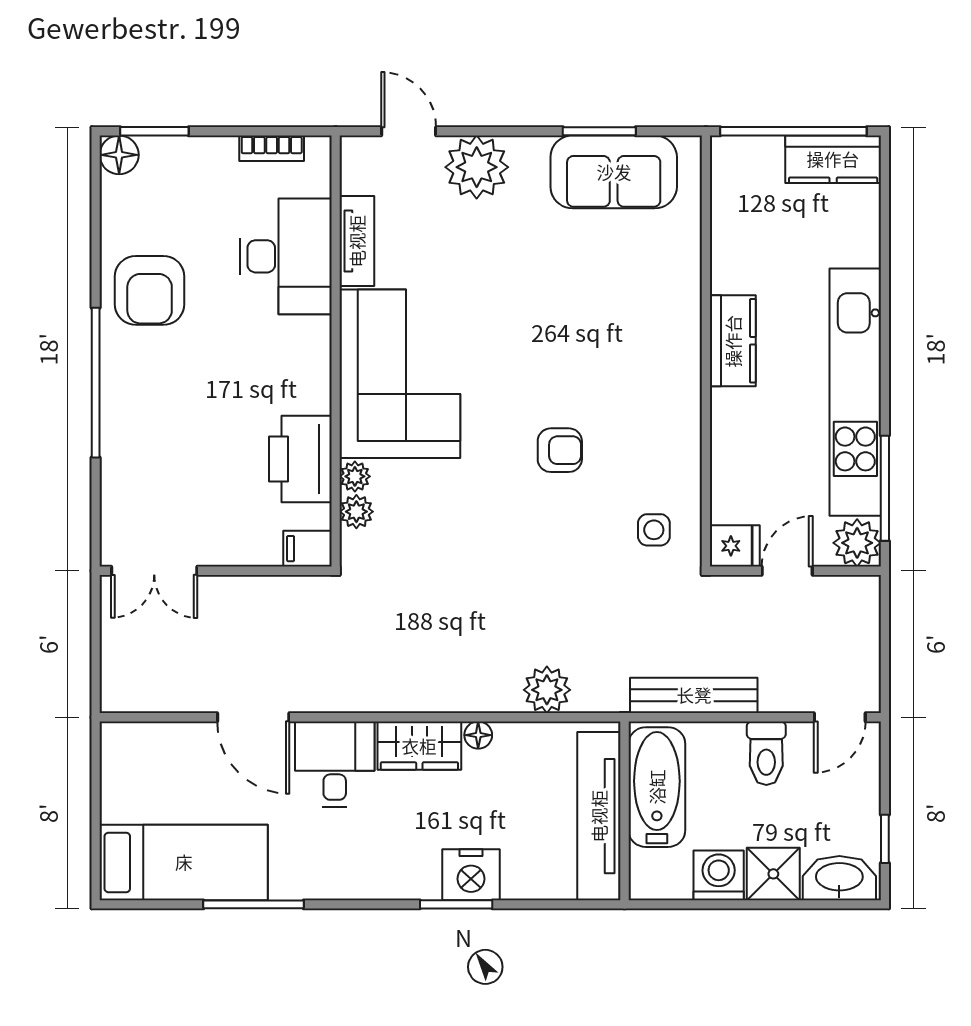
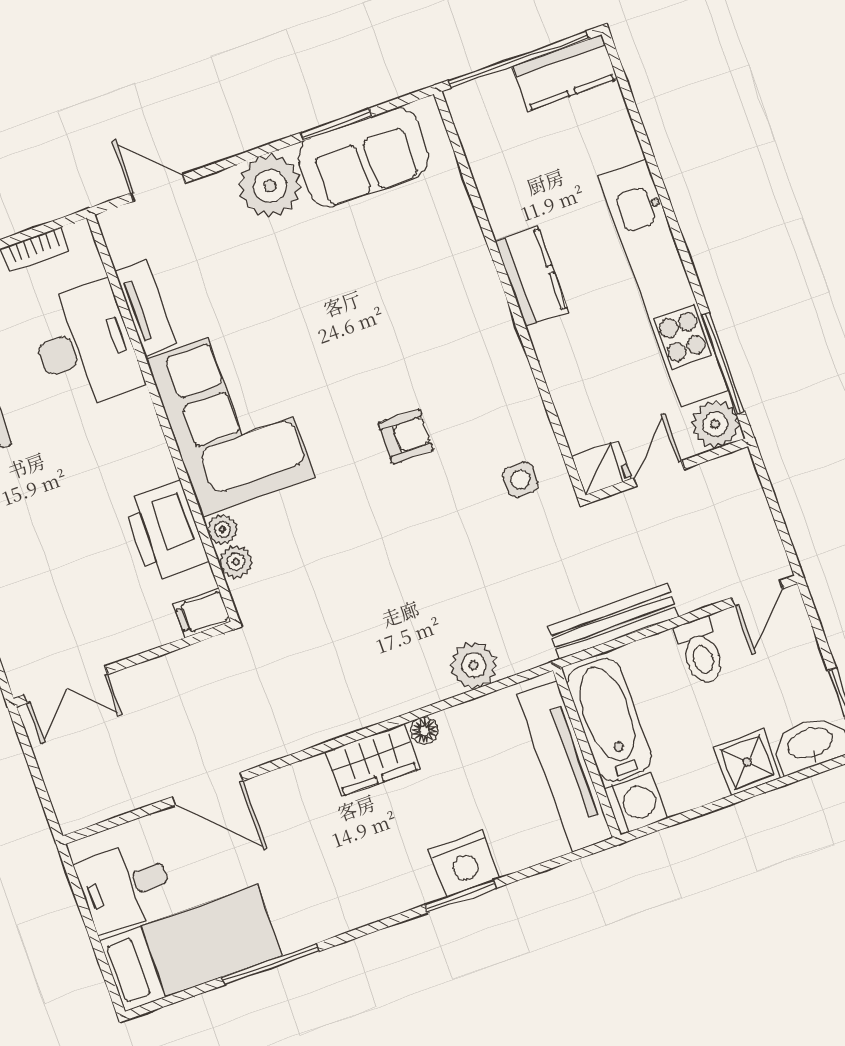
plant: (477, 167) -> (270, 186), moved
desk: (335, 764) -> (125, 886), moved, turned -90
washing machine: (719, 875) -> (636, 803), moved, turned 90

